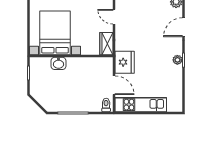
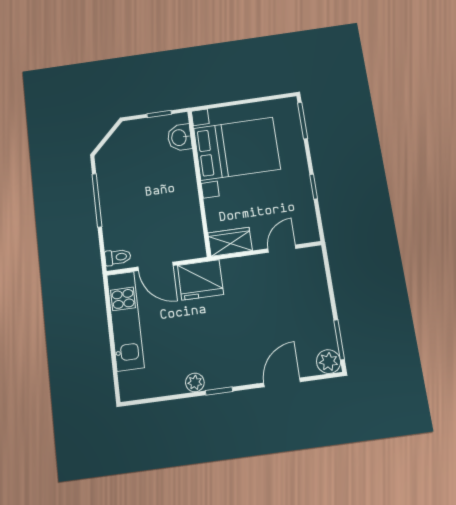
door: (183, 27) -> (282, 382), hinge flipped
plant: (177, 60) -> (195, 382), moved
washbasin: (58, 63) -> (180, 137), moved
door: (114, 85) -> (156, 266), hinge flipped

